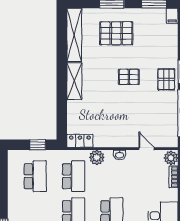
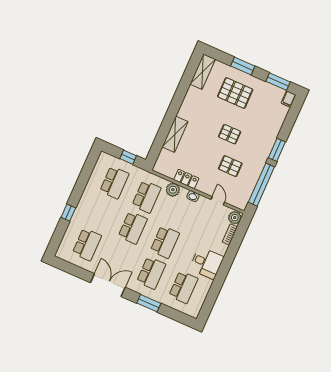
shelving: (74, 35) -> (203, 72), width x0.68
pallet: (166, 79) -> (230, 166), moved, turned 90
shelving: (74, 81) -> (175, 134), moved
locker: (80, 141) -> (186, 179), moved

